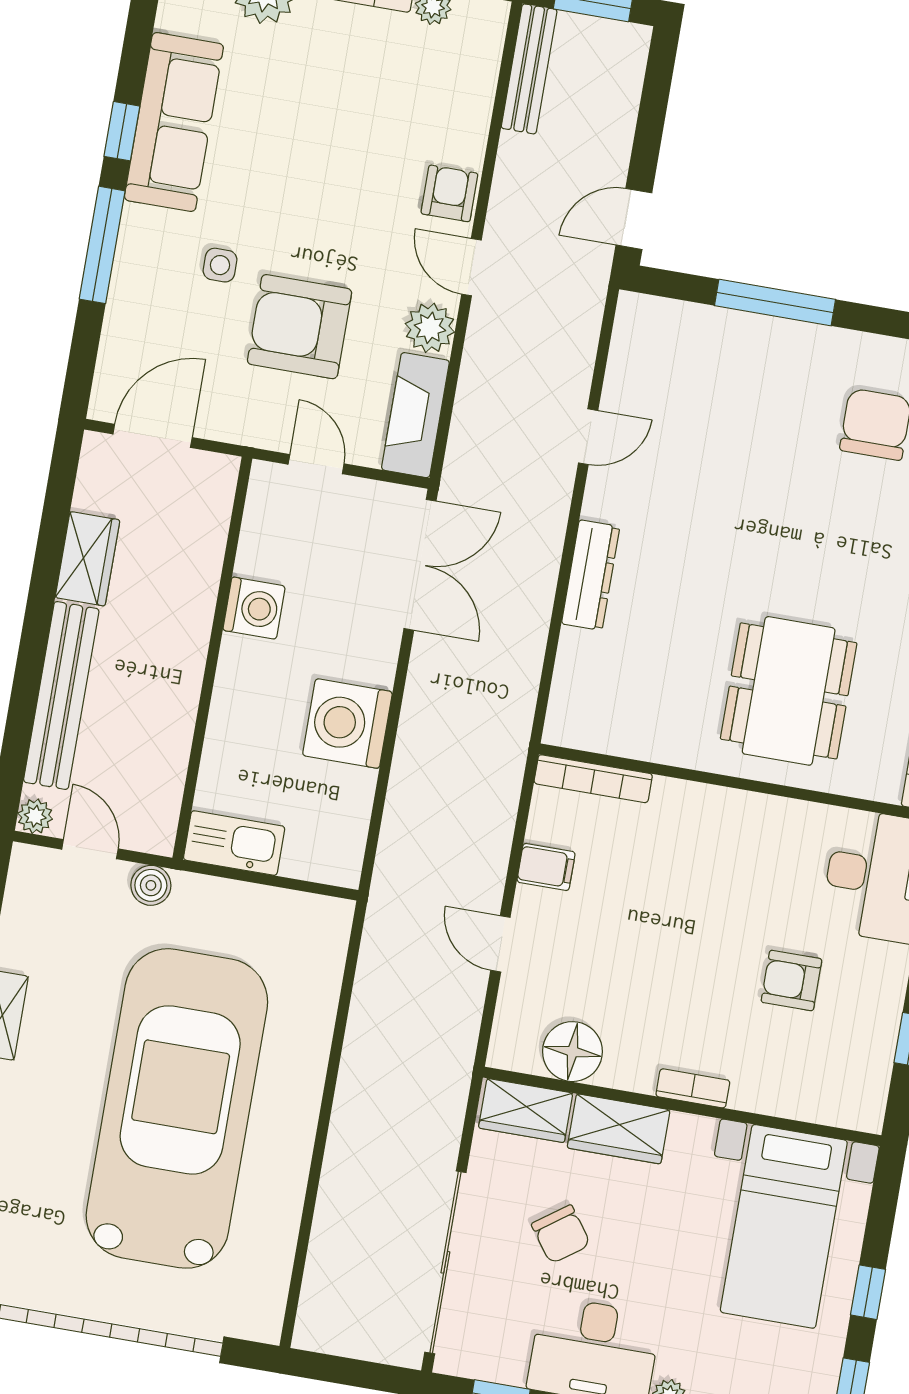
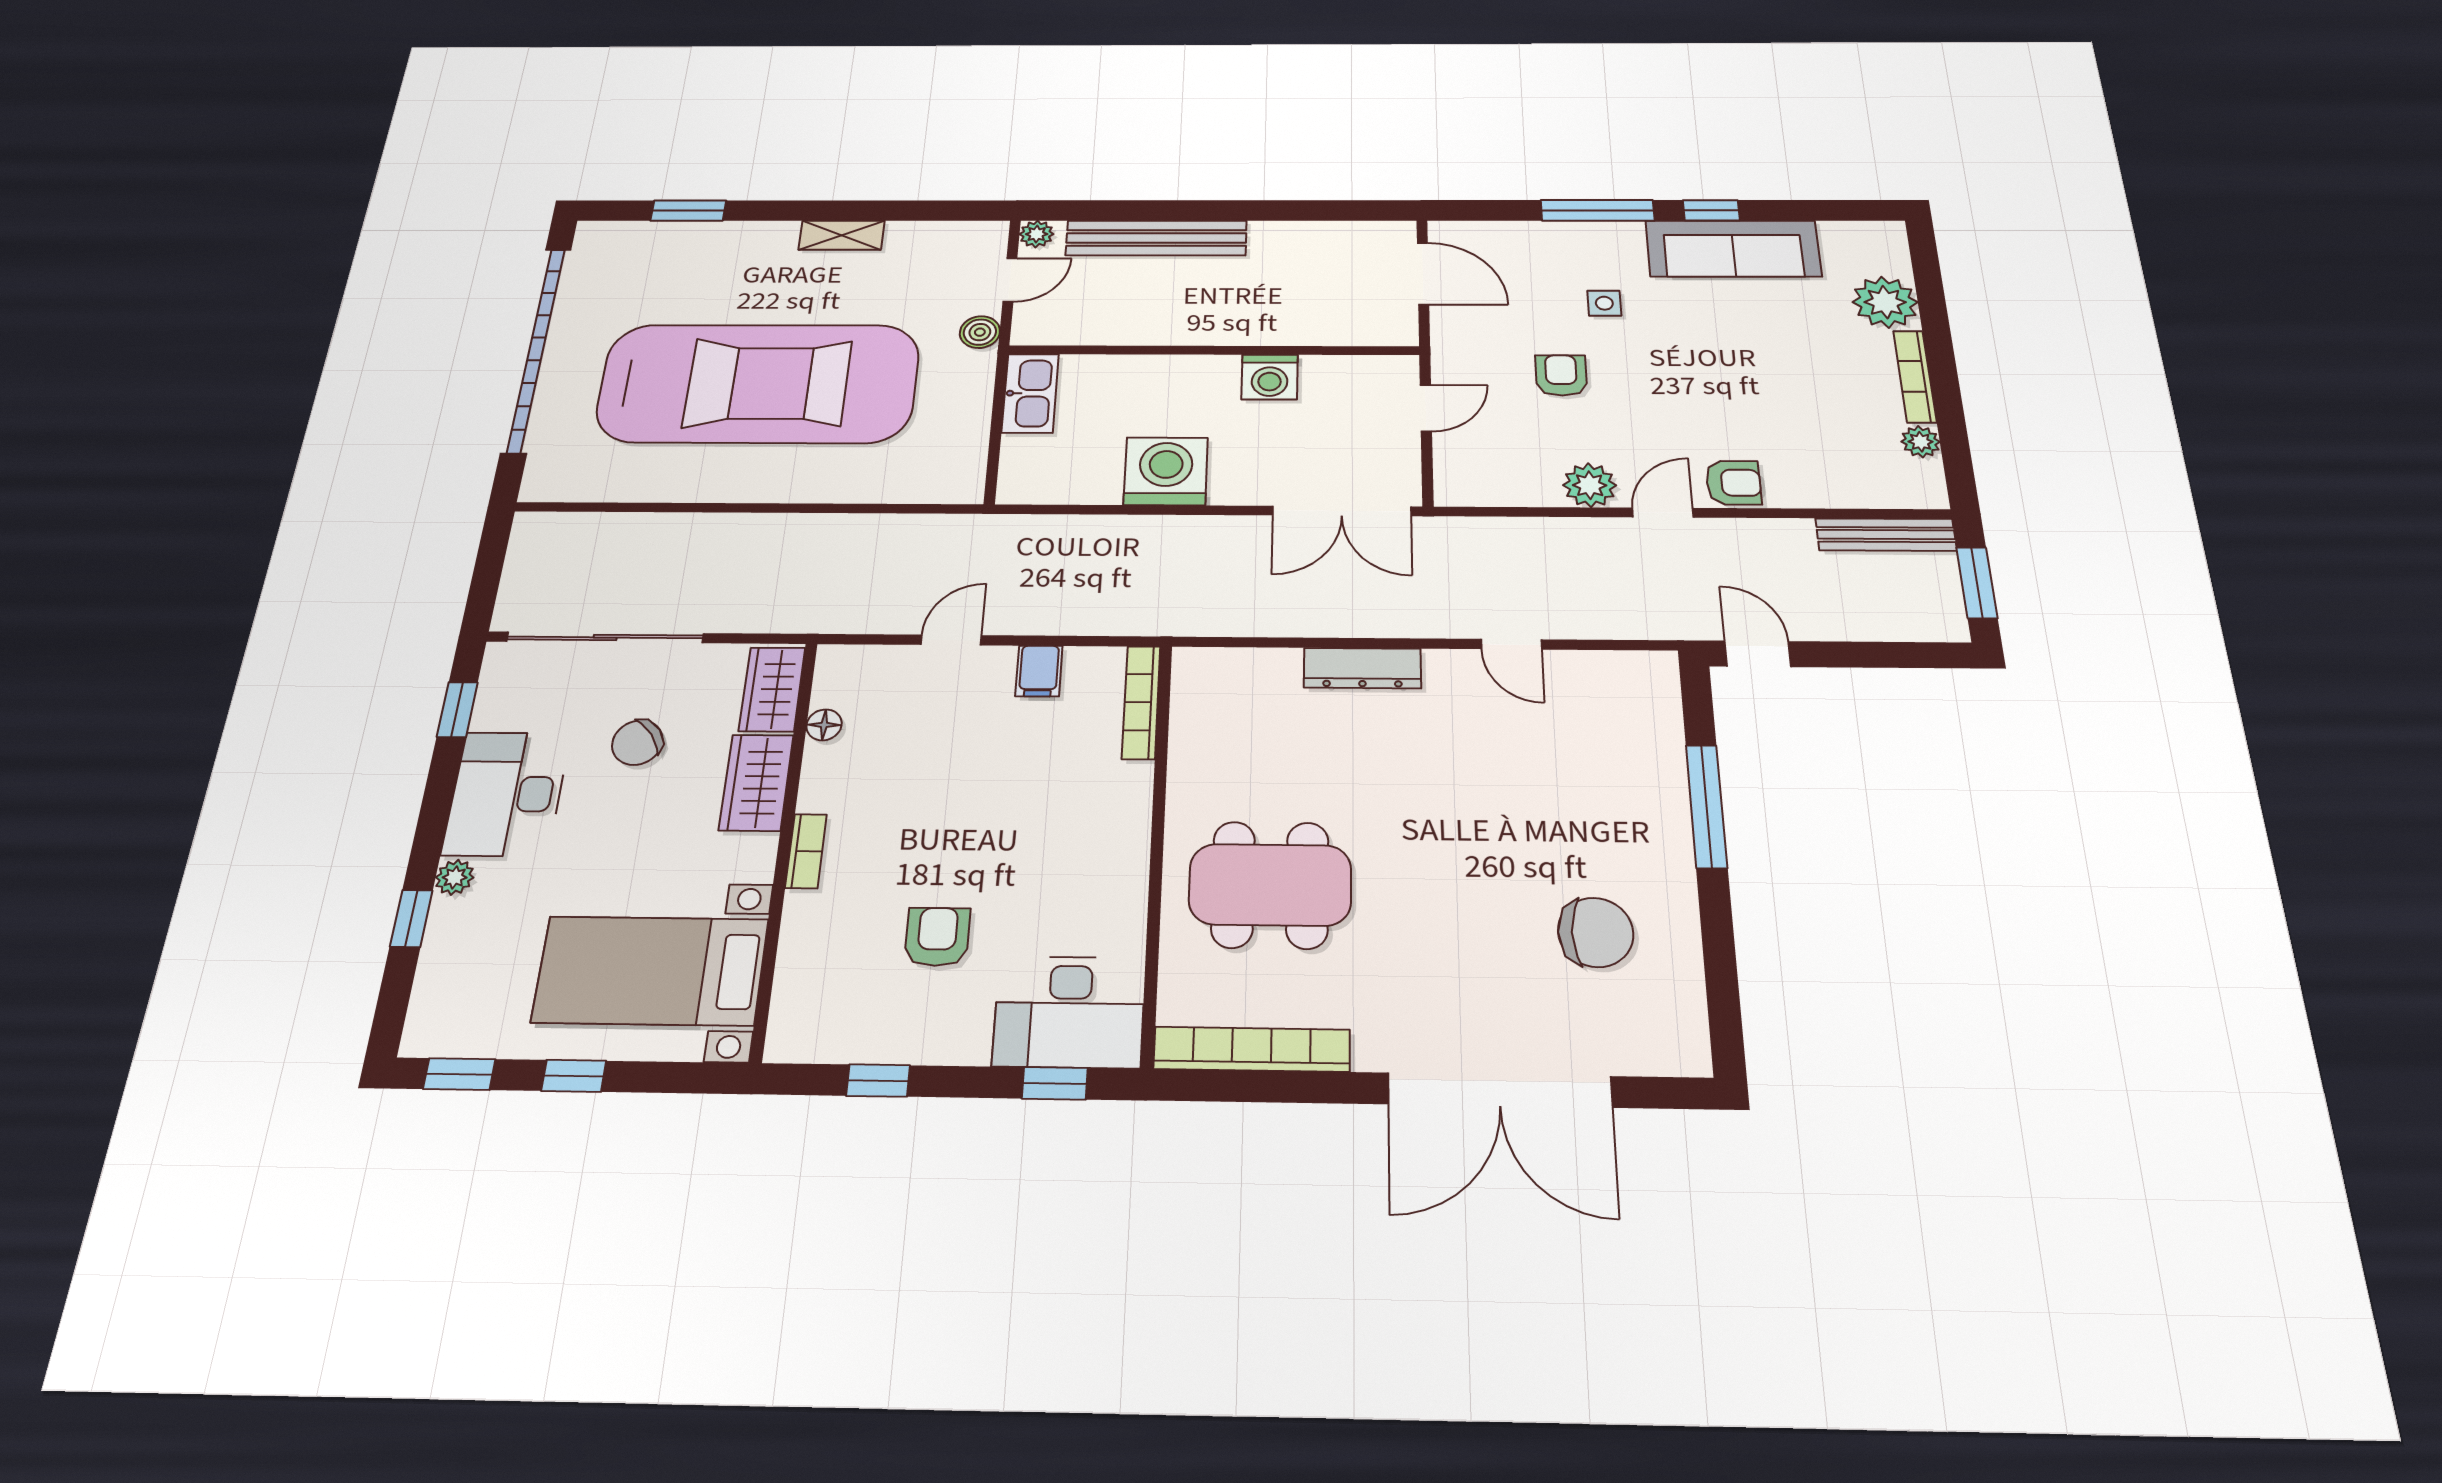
armchair: (300, 327) -> (1561, 375), width x0.53, depth x0.53
fireplace: (415, 415) -> (1496, 485), removed
wardrobe: (87, 559) -> (1292, 240), removed
floor lamp: (572, 1052) -> (824, 725), width x0.53, depth x0.53

